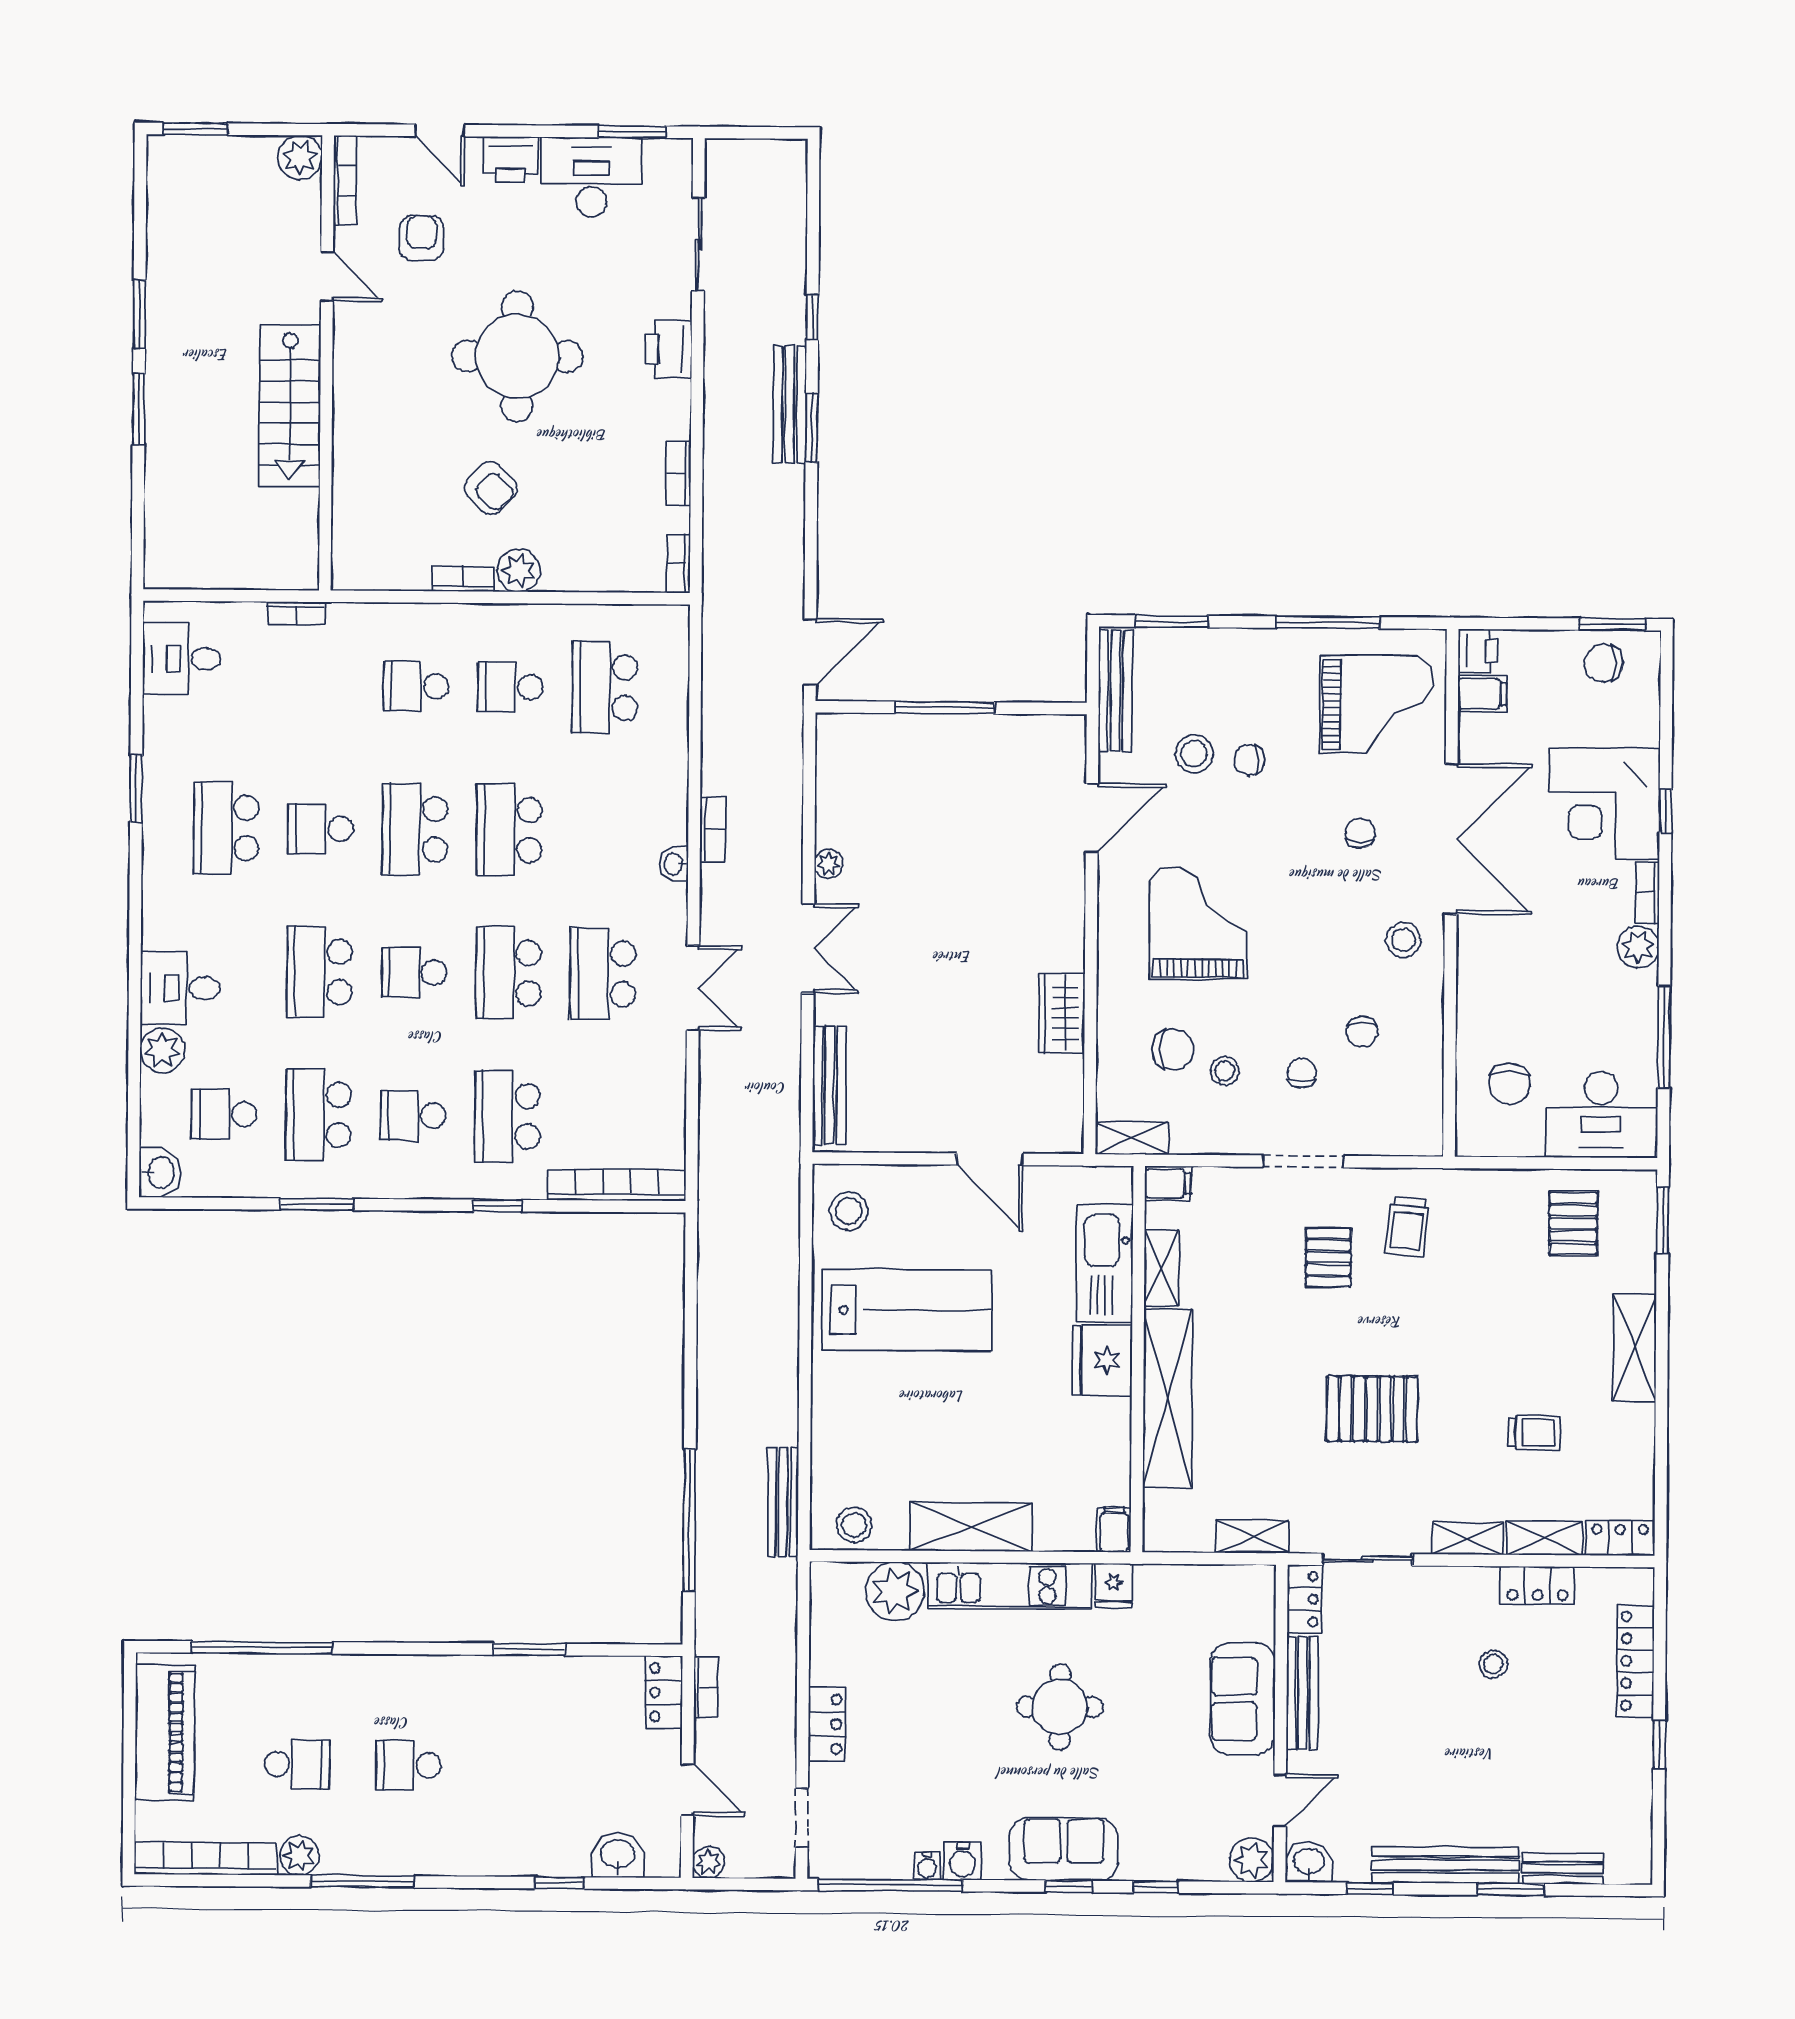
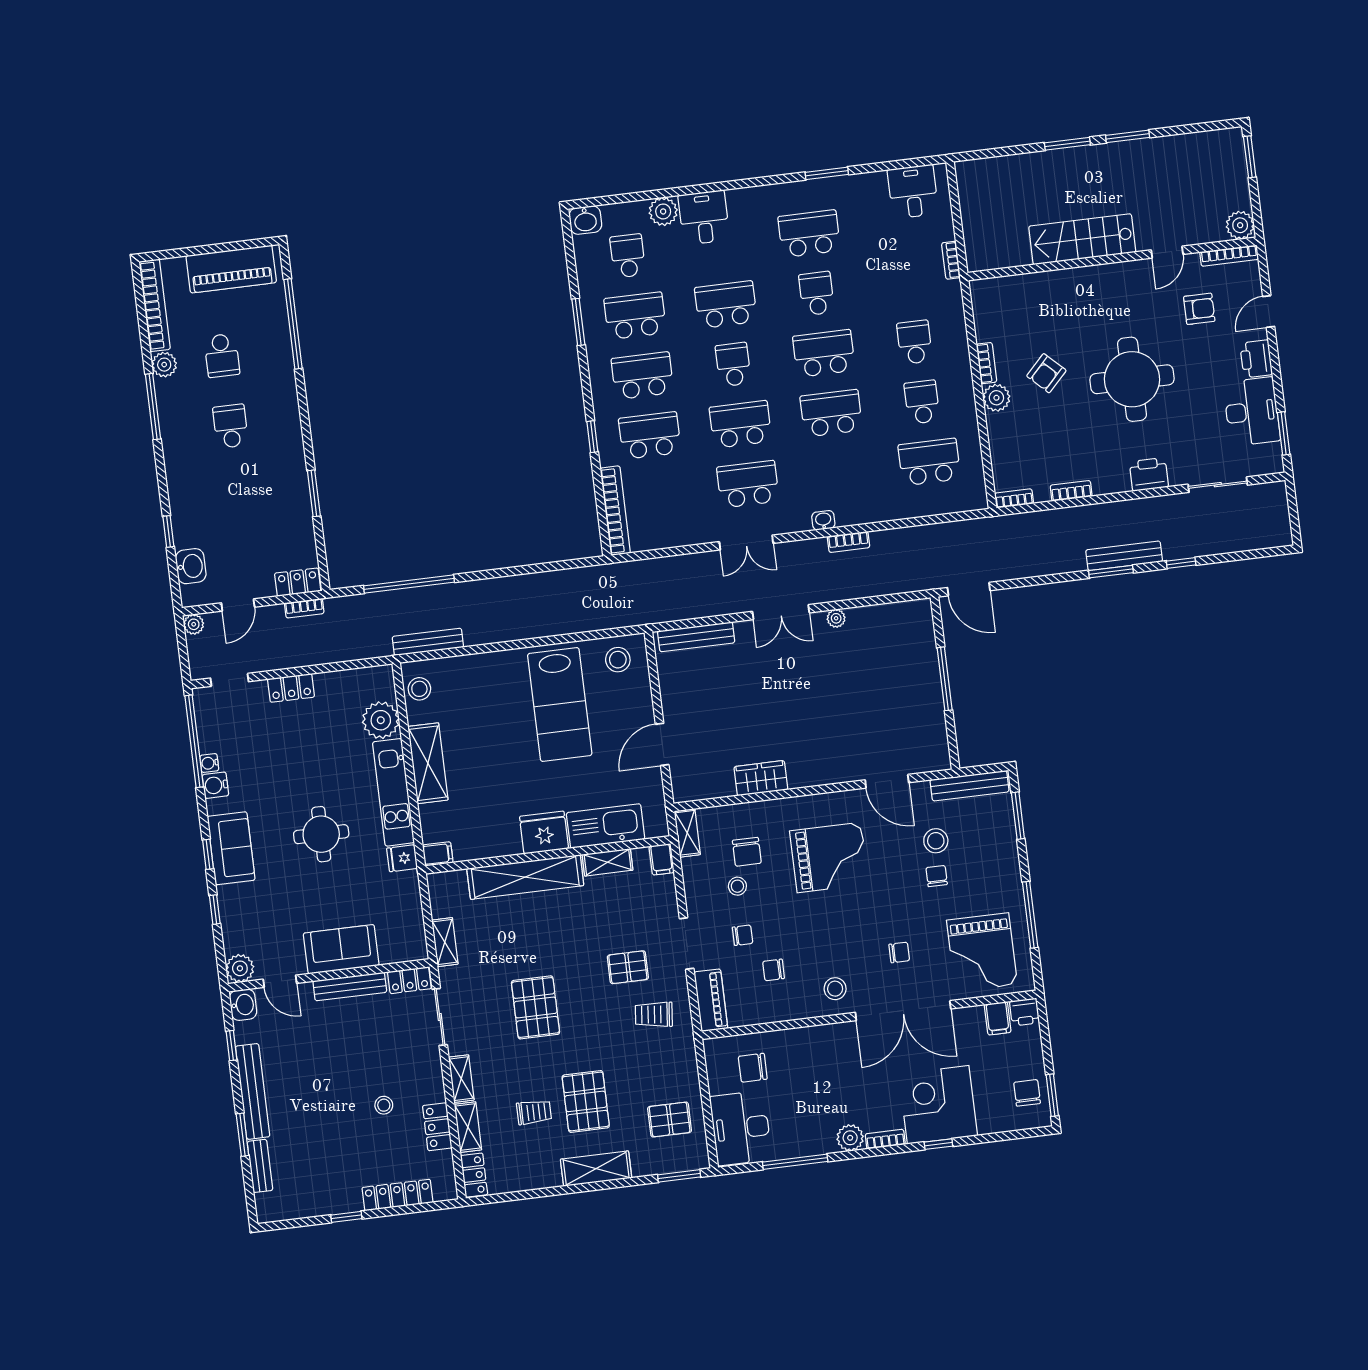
school desk: (413, 1116) -> (642, 376), width x1.85
piano: (1396, 1135) -> (711, 1000), added
pallet: (1528, 1350) -> (586, 1101), added
trolley: (1534, 1432) -> (534, 1112), turned -90

